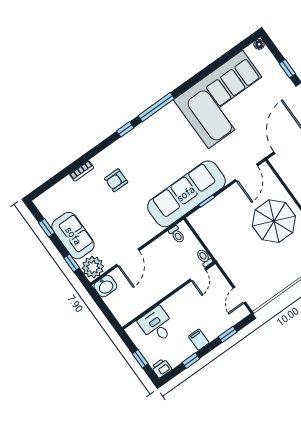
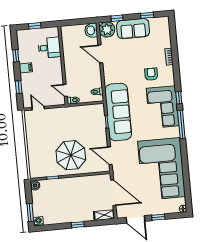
corner sofa: (148, 143) -> (163, 107), added
printer: (161, 368) -> (22, 35), removed

